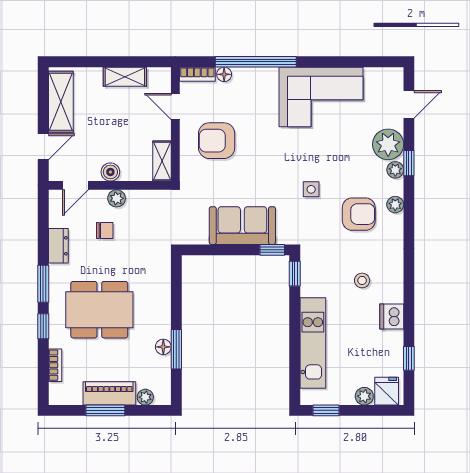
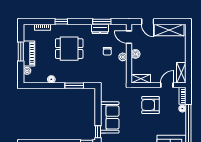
shelving: (125, 77) -> (181, 73), moved
armchair: (217, 141) -> (150, 105), turned -90
window: (43, 284) -> (102, 22), moved
dining table: (99, 310) -> (69, 49), width x0.73
window: (176, 349) -> (74, 86), moved

